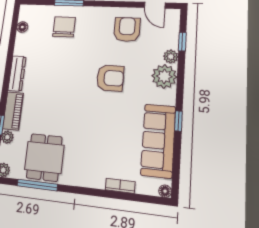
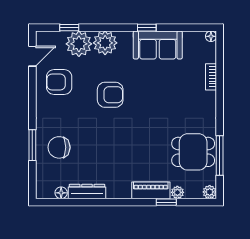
plant: (171, 57) -> (79, 44), width x1.87, depth x1.87
dresser: (17, 73) -> (87, 191), moved
armchair: (110, 78) -> (110, 95), turned 90
sofa: (158, 141) -> (158, 45), width x0.73

